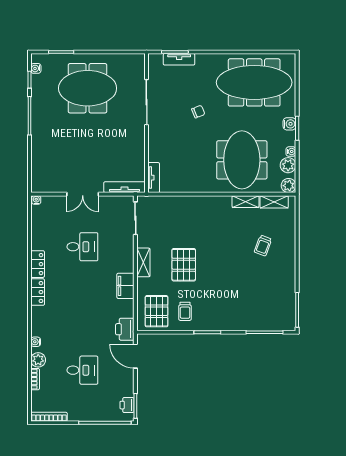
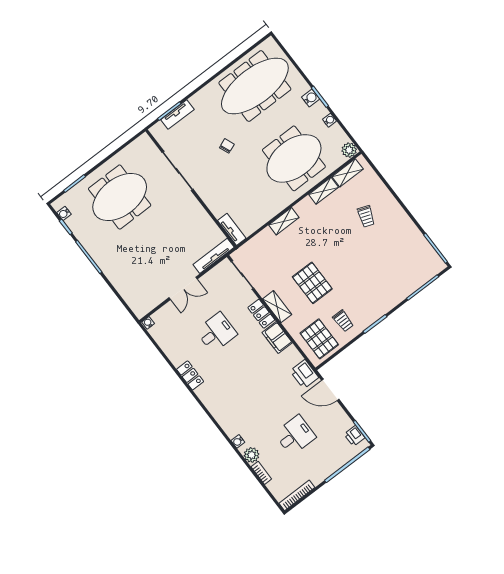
meeting table: (242, 160) -> (294, 158), turned 90
plant: (288, 165) -> (336, 133), removed
shelving: (198, 202) -> (284, 221), added
locker: (38, 292) -> (261, 314), moved, turned 180

